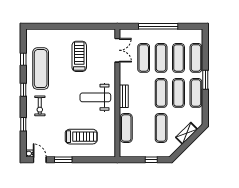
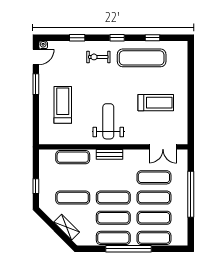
window: (205, 80) -> (129, 249), width x2.11
treadmill: (81, 137) -> (63, 105), turned 180

